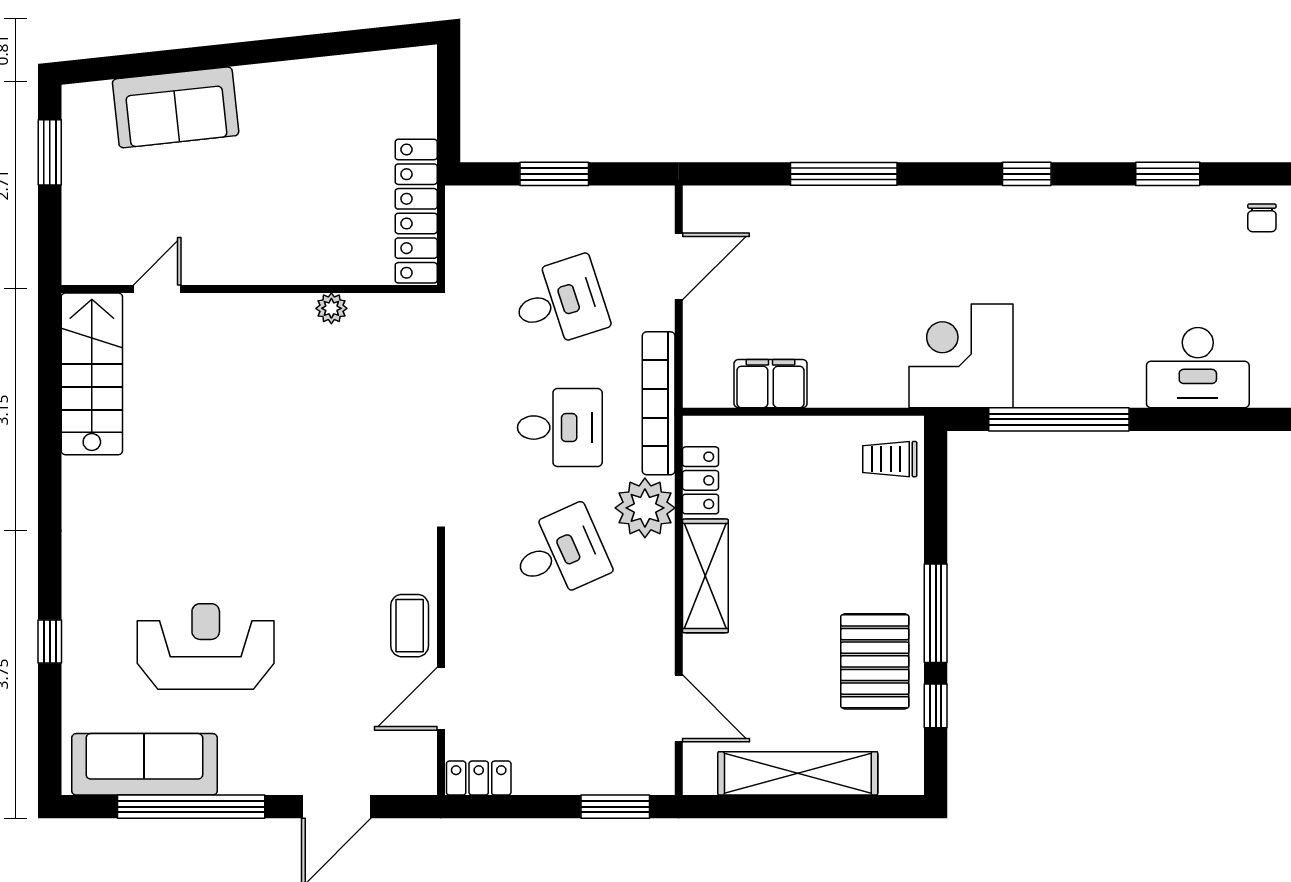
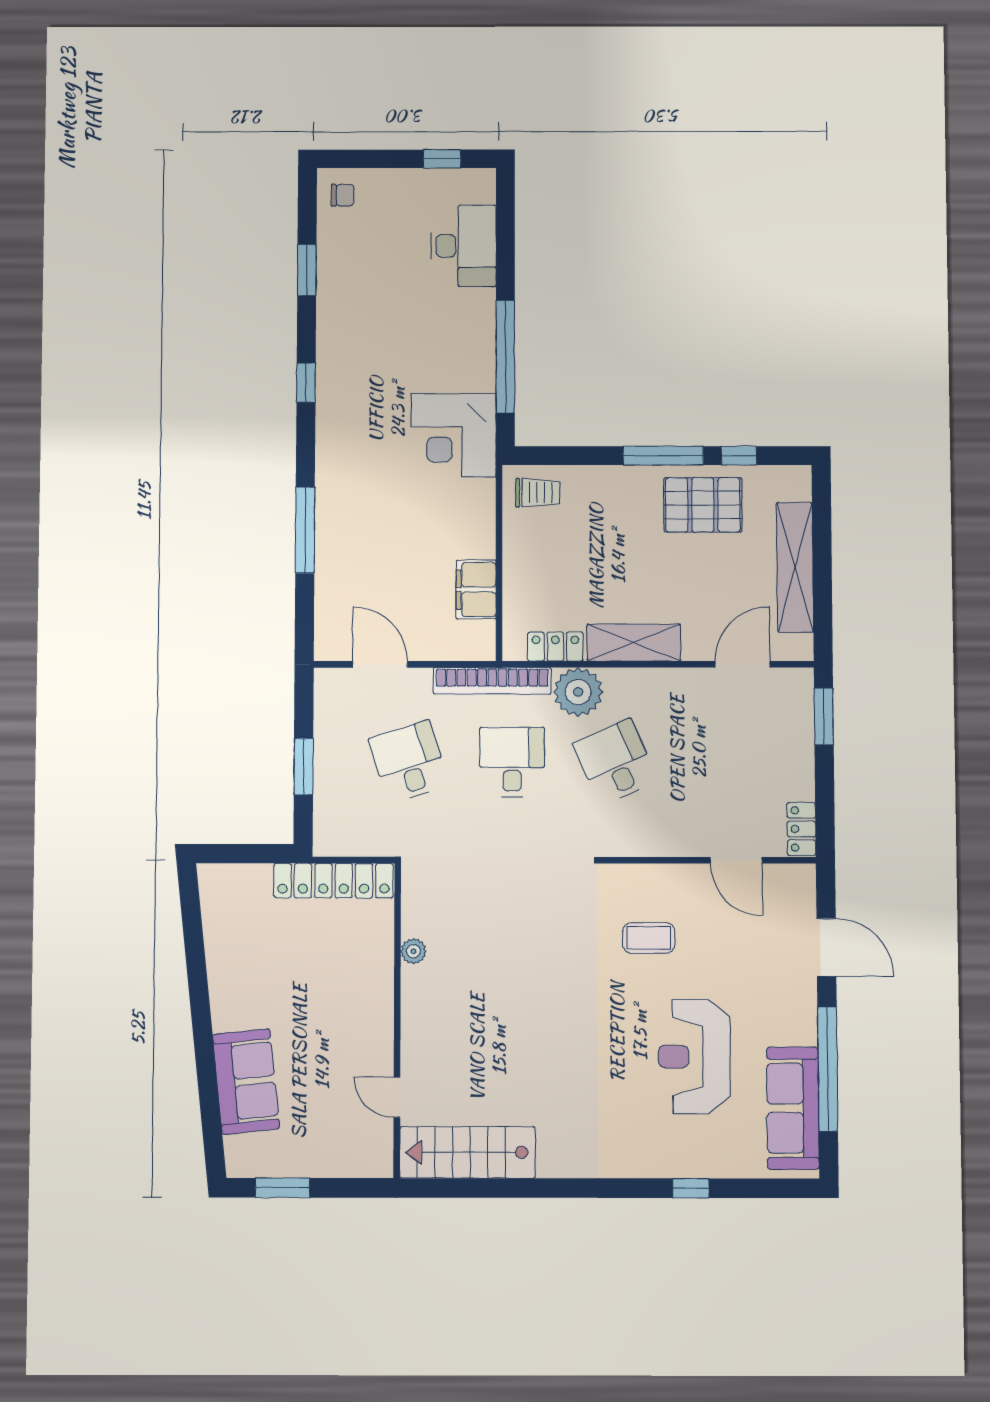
trolley: (890, 459) -> (538, 493), turned -90
coffee table: (410, 626) -> (649, 938), moved

